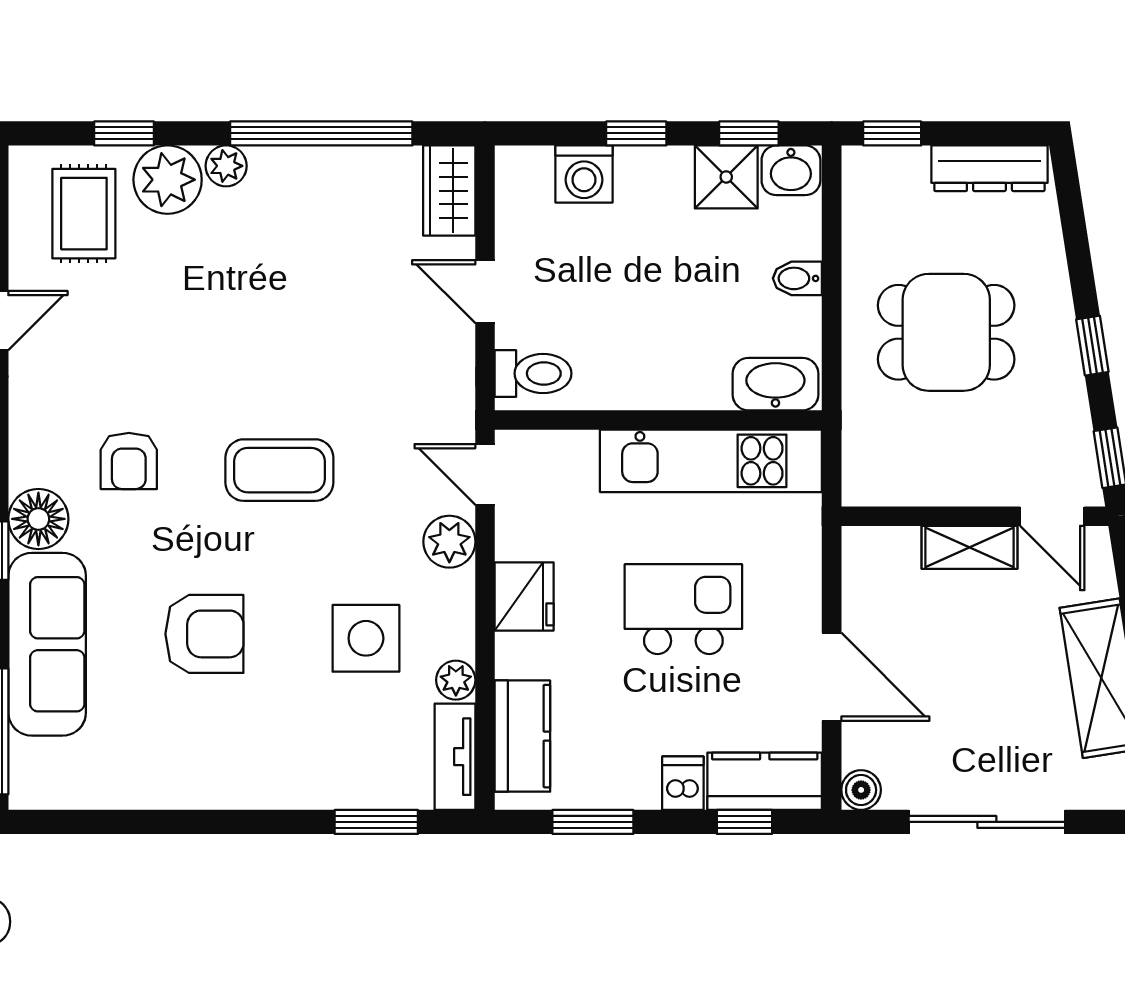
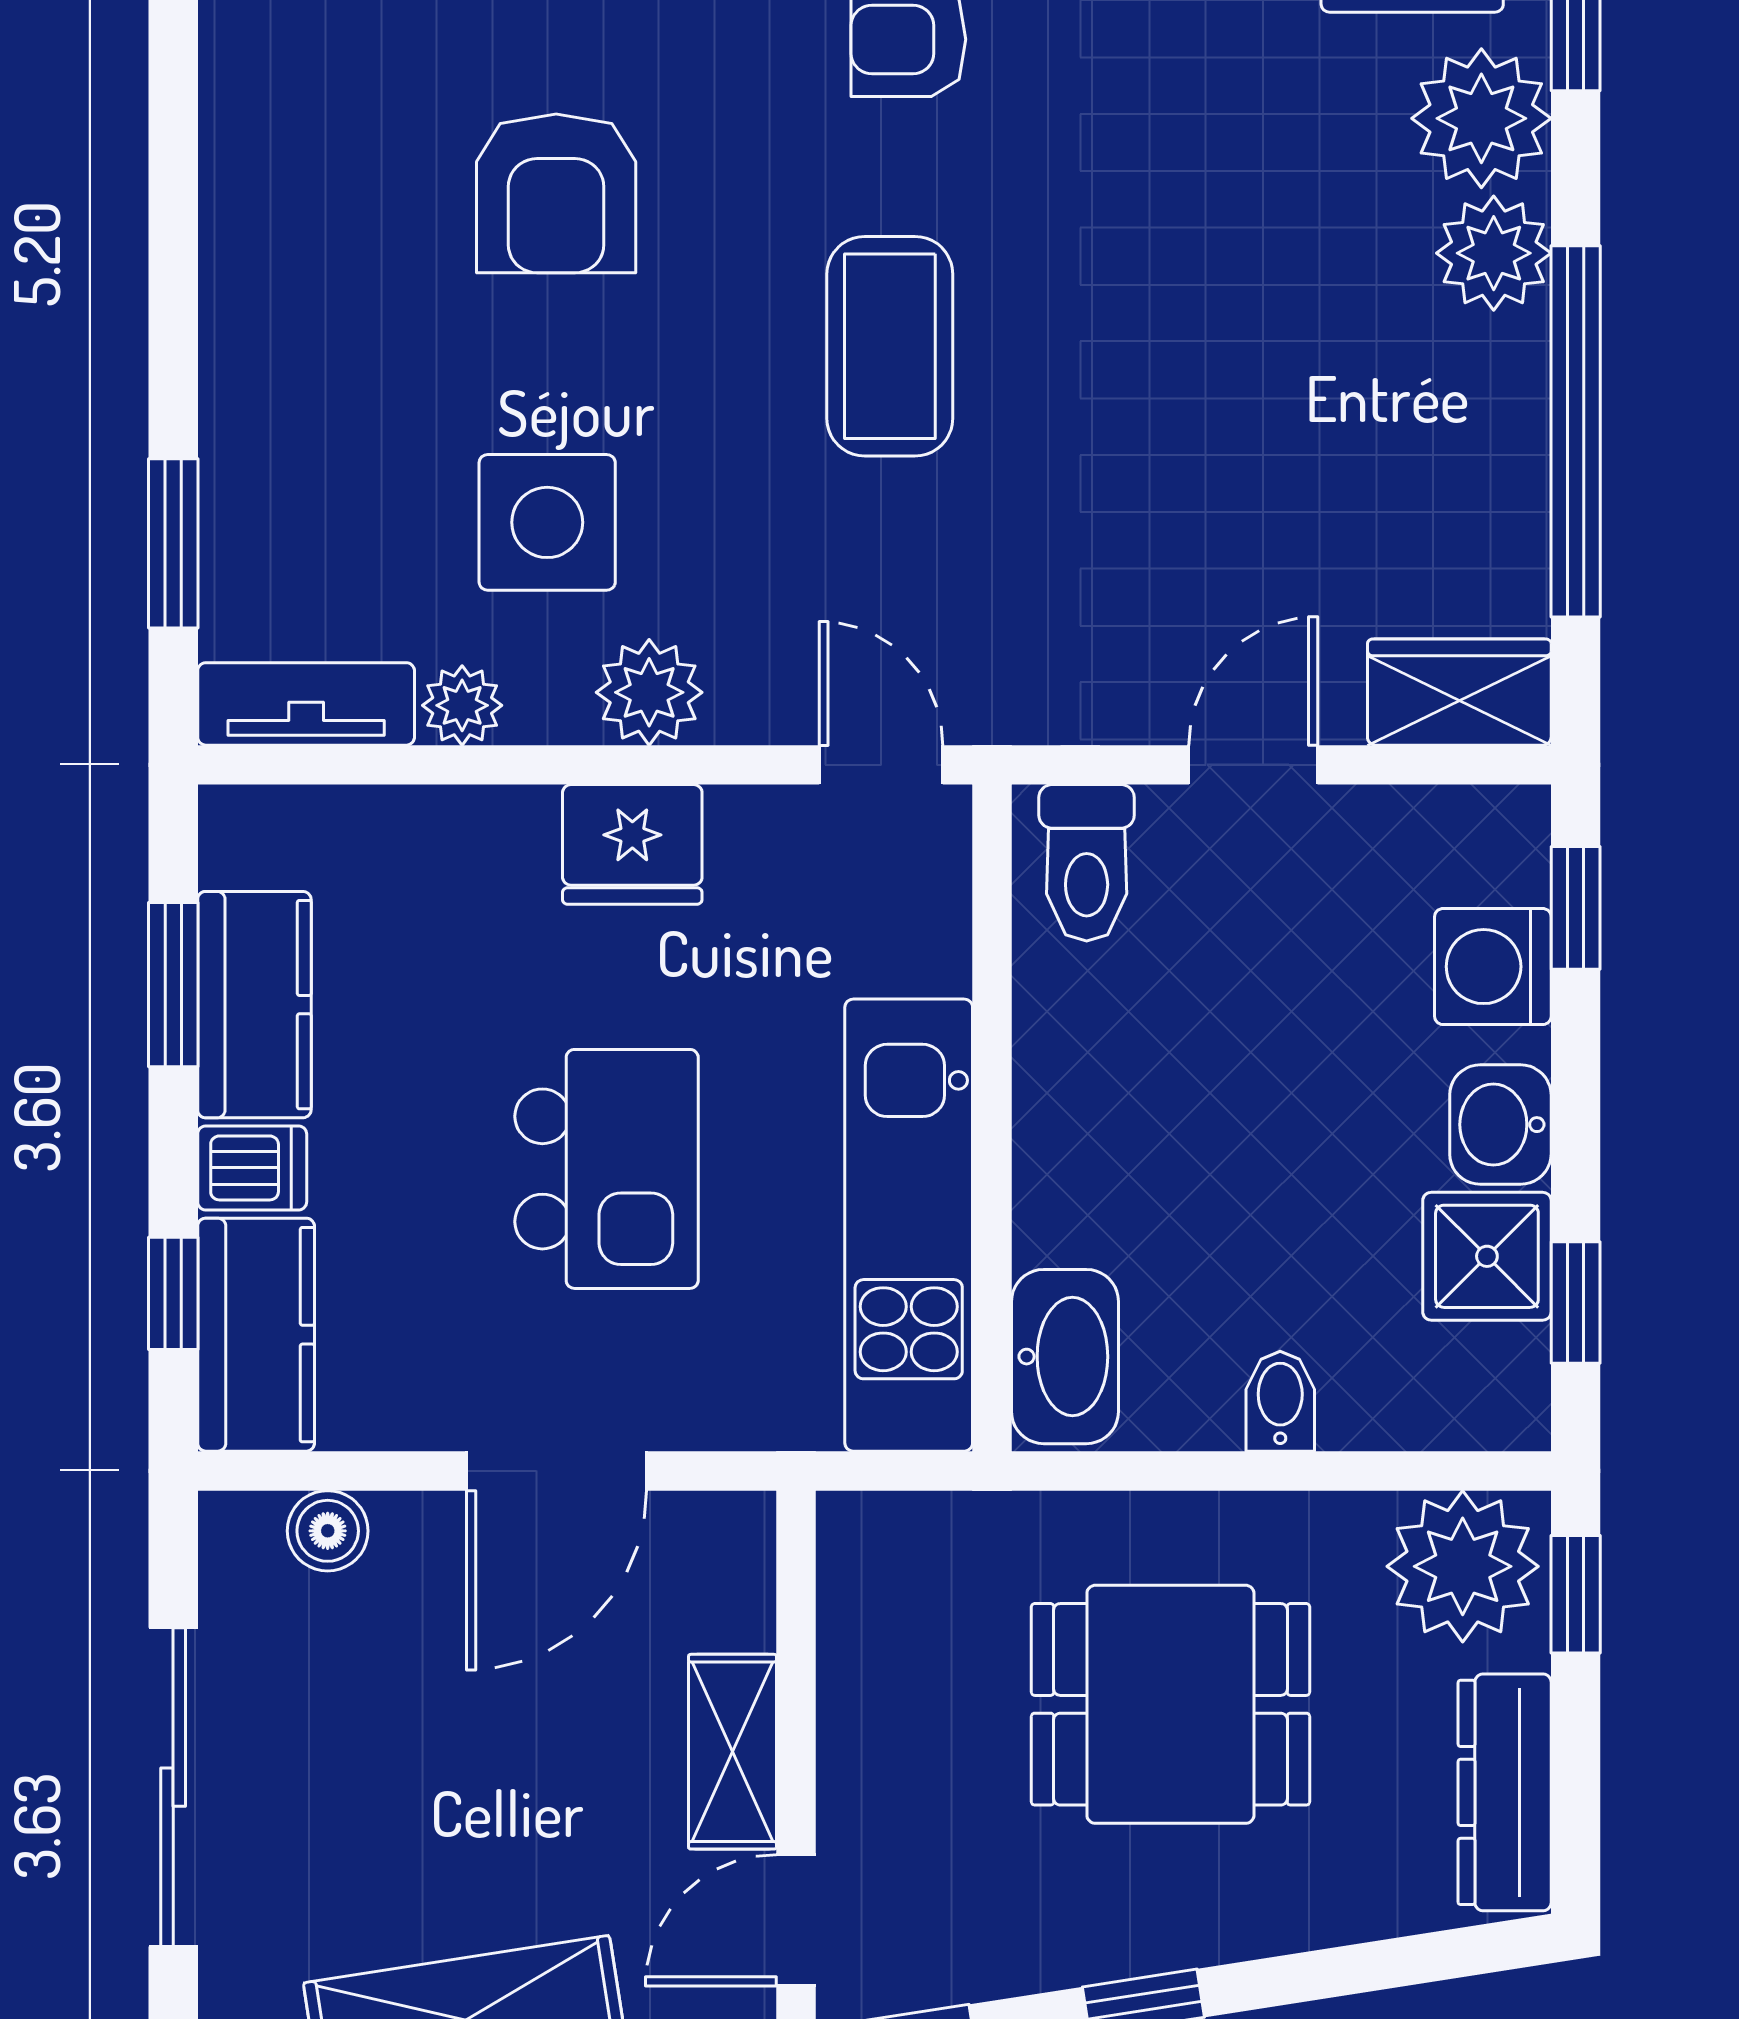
window: (636, 133) -> (1576, 908), moved
plant: (226, 166) -> (1494, 253), width x1.38, depth x1.38
washbasin: (791, 170) -> (1500, 1125), moved
plant: (878, 189) -> (1463, 1566), added
dining table: (946, 332) -> (1170, 1704), turned 90
door: (485, 474) -> (881, 765), hinge flipped
plant: (449, 542) -> (649, 692), moved
door: (832, 677) -> (557, 1471), moved
kitchen counter: (522, 736) -> (254, 1005), moved, turned -90
boiler: (861, 790) -> (328, 1531), moved

